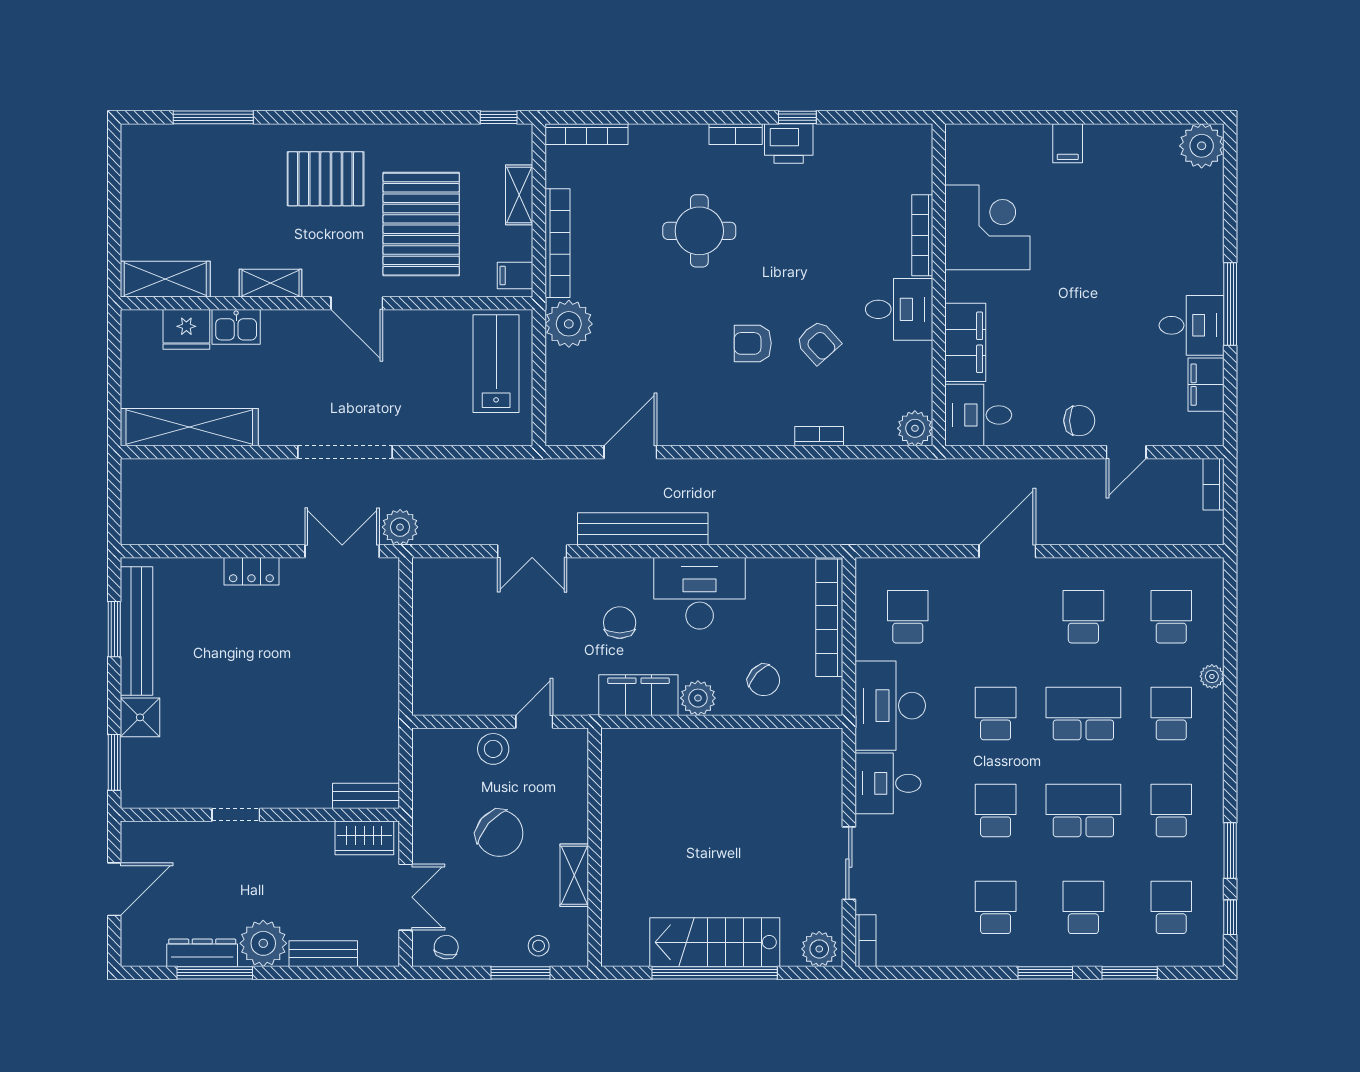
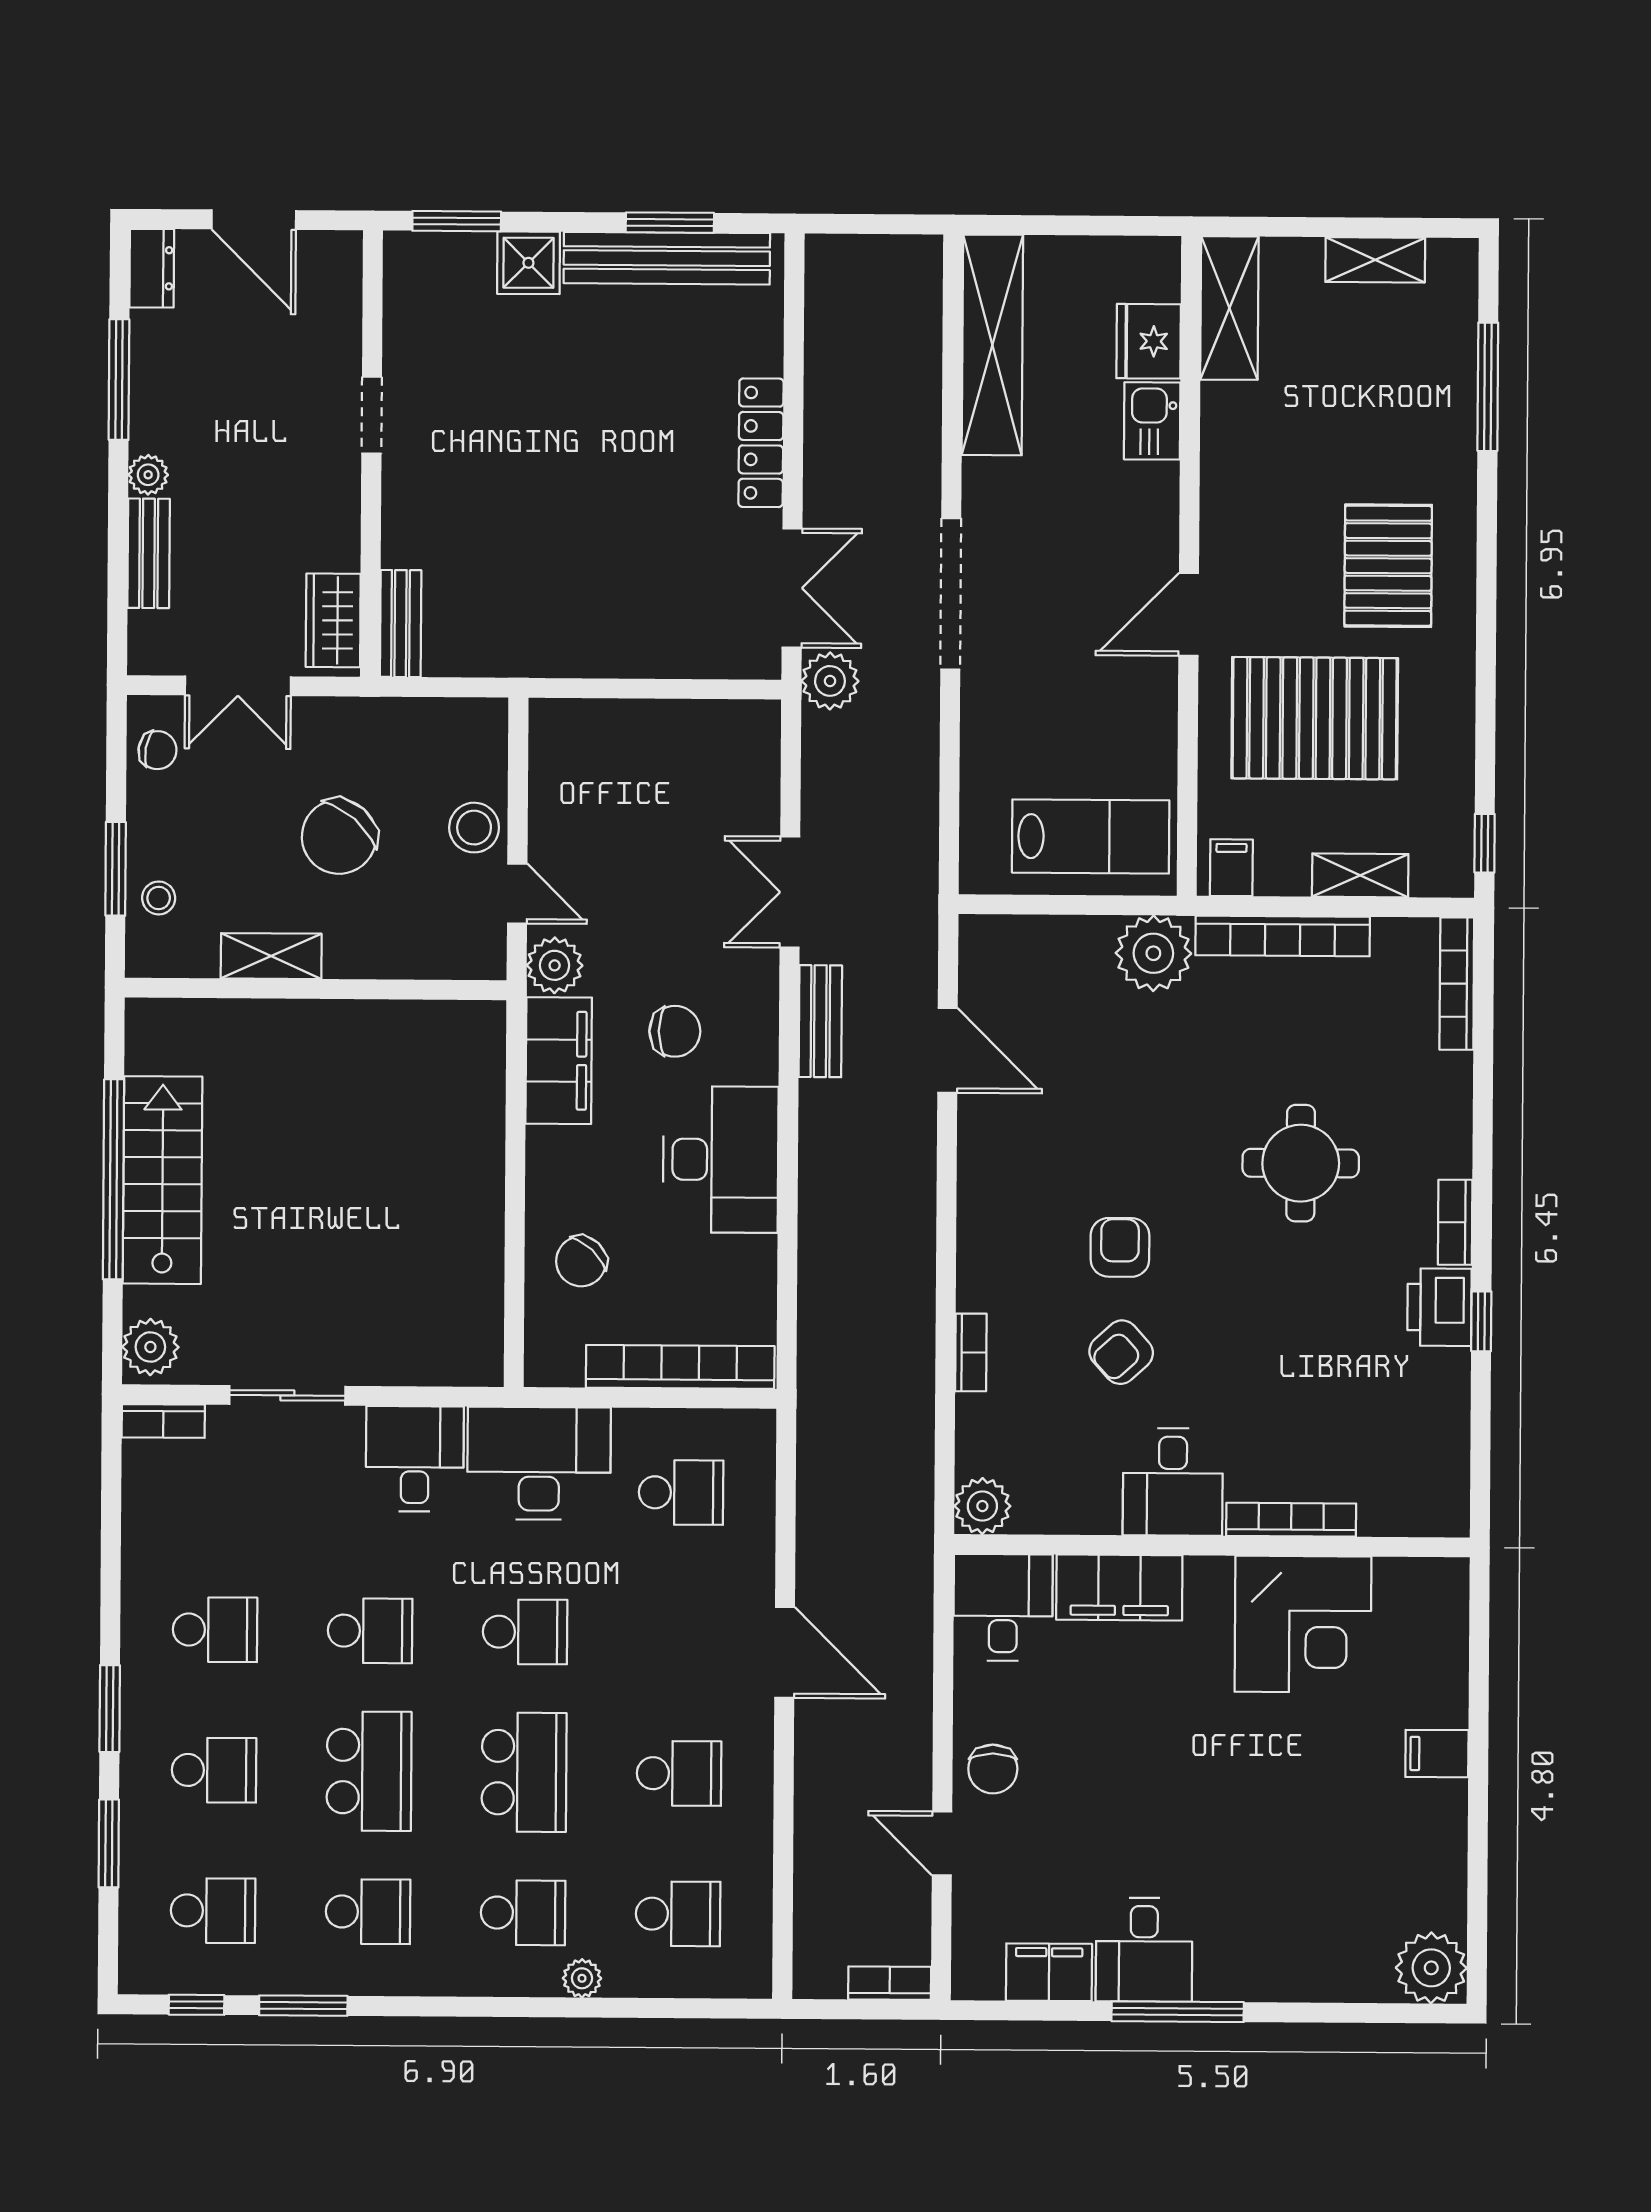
shelving: (271, 283) -> (1375, 260), moved, turned 90
bench: (643, 529) -> (820, 1021), width x0.54, depth x0.82
locker: (251, 571) -> (761, 443), width x1.53
plant: (698, 698) -> (555, 965), moved
plant: (263, 943) -> (148, 475), width x0.53, depth x0.53
dresser: (202, 953) -> (152, 268), moved, width x0.70

